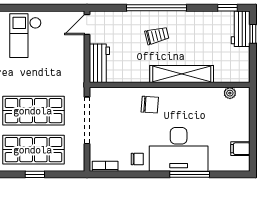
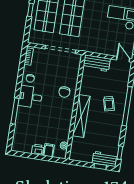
printer: (242, 131) -> (38, 150), added
desk: (179, 149) -> (30, 97), width x0.53, depth x0.77
filing cabinet: (240, 149) -> (49, 150), moved

